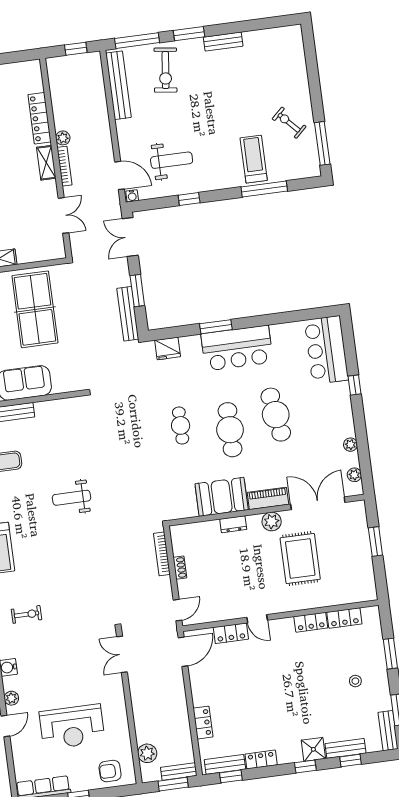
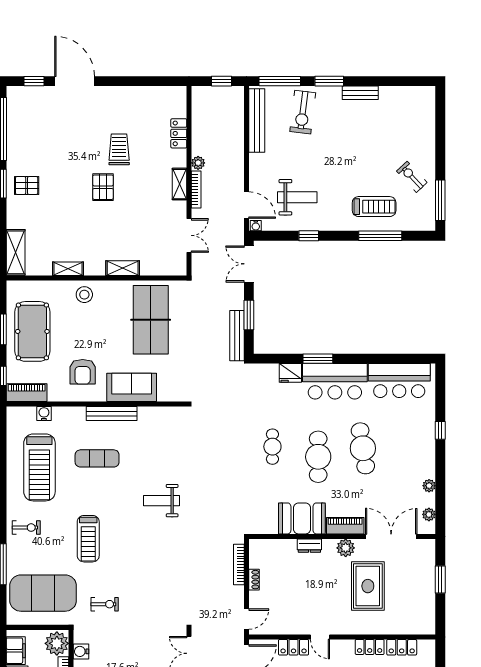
locker: (39, 118) -> (179, 133), width x0.66
treadmill: (254, 159) -> (374, 207), turned 90
fridge: (168, 348) -> (290, 373), moved
bar counter: (326, 350) -> (399, 381), moved, turned -90

